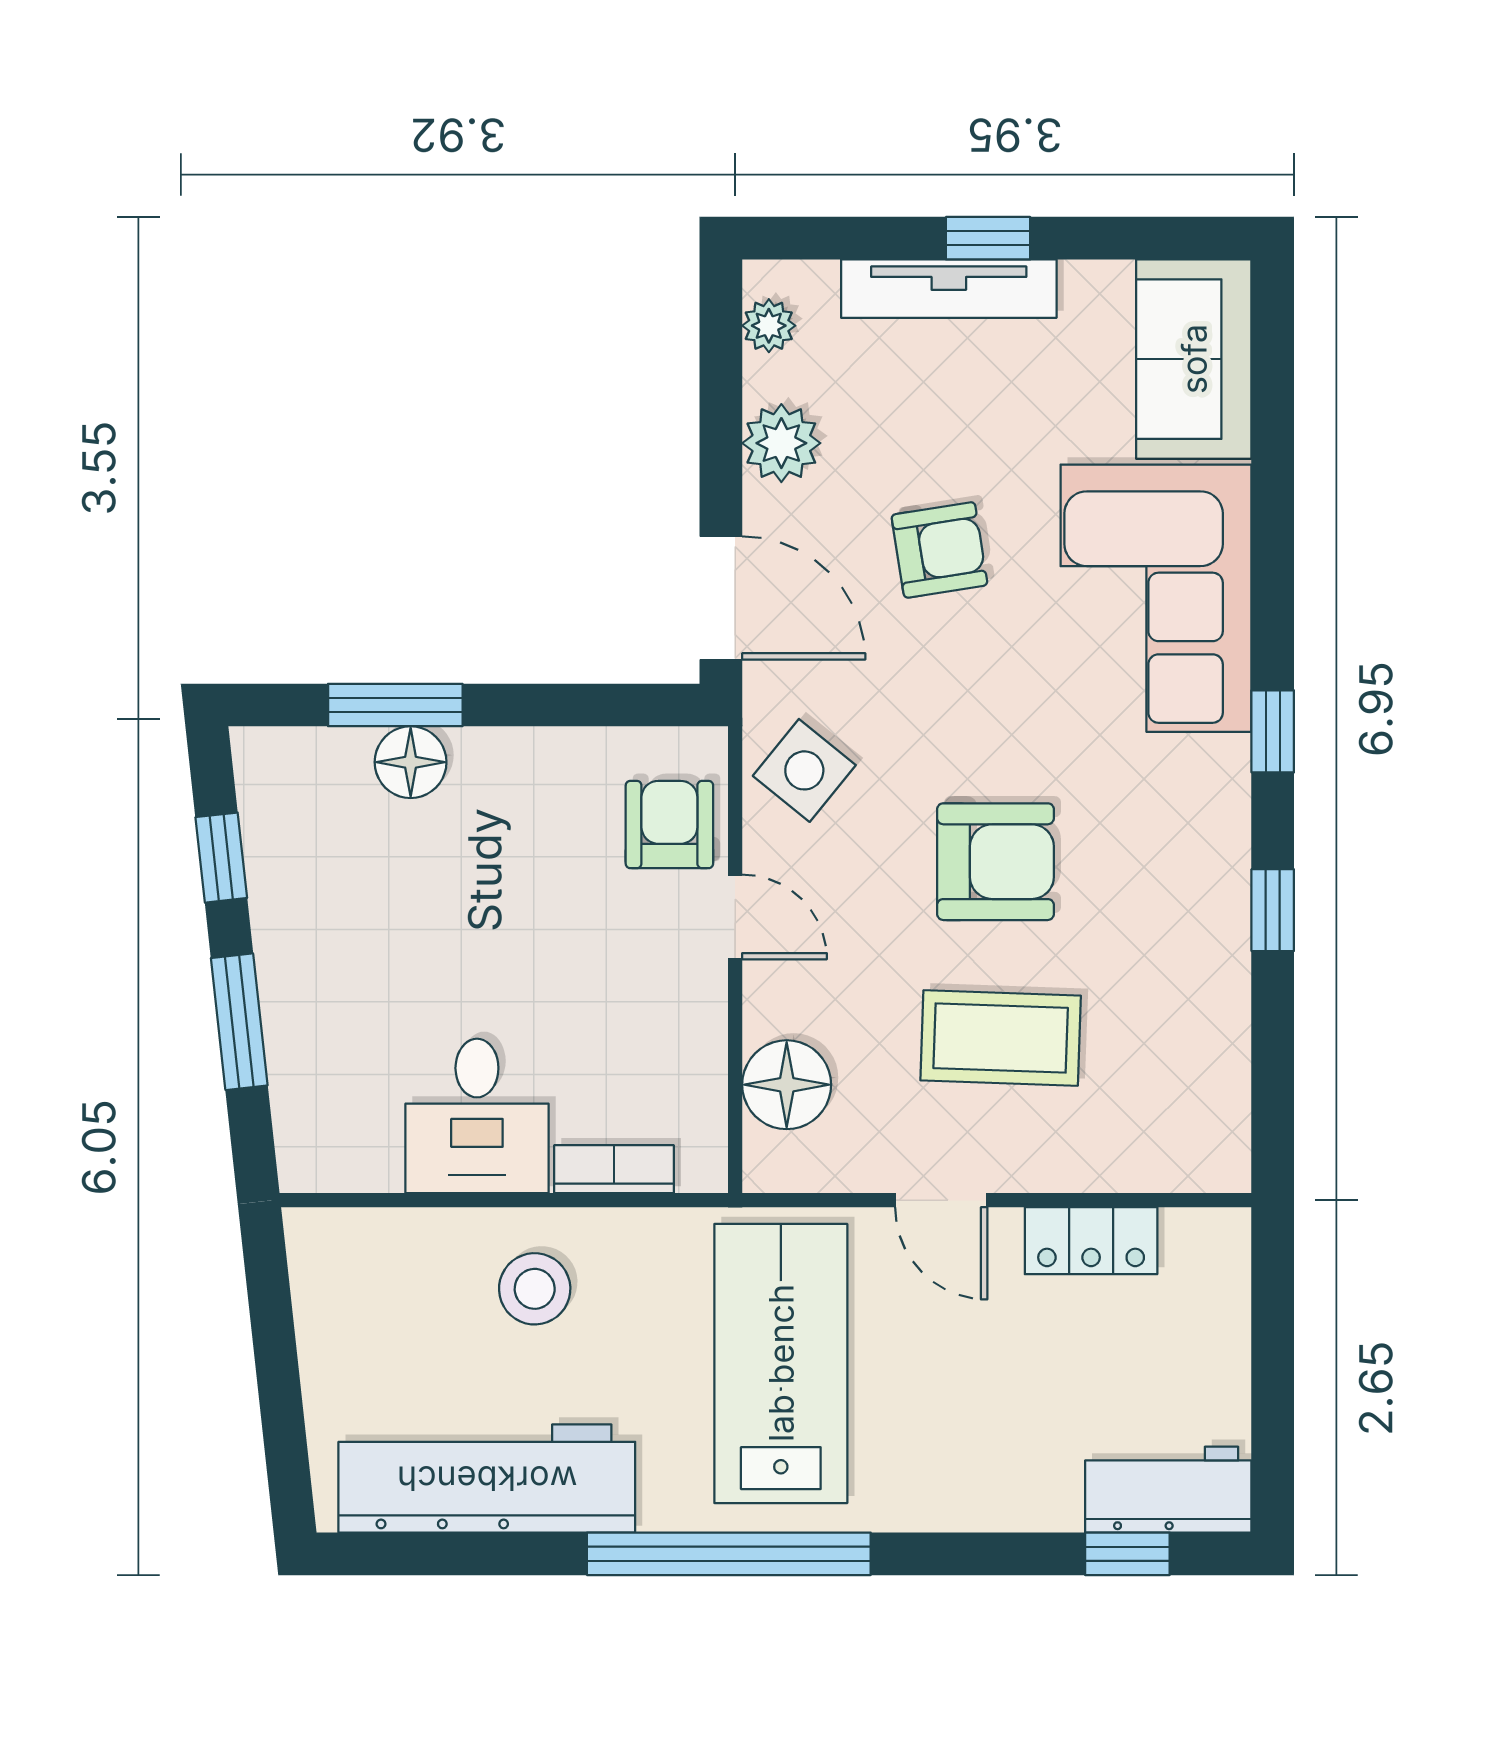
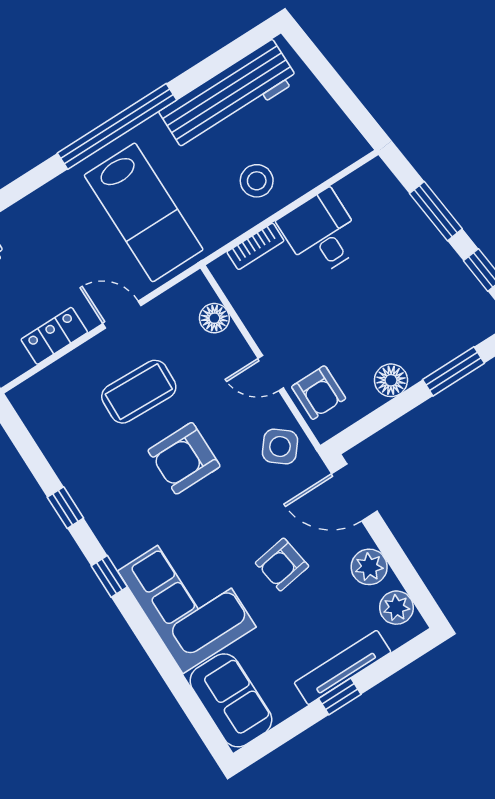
plant: (769, 326) -> (396, 608), width x1.38, depth x1.38
floor lamp: (411, 762) -> (391, 380), moved
floor lamp: (787, 1085) -> (214, 318), width x0.73, depth x0.73

